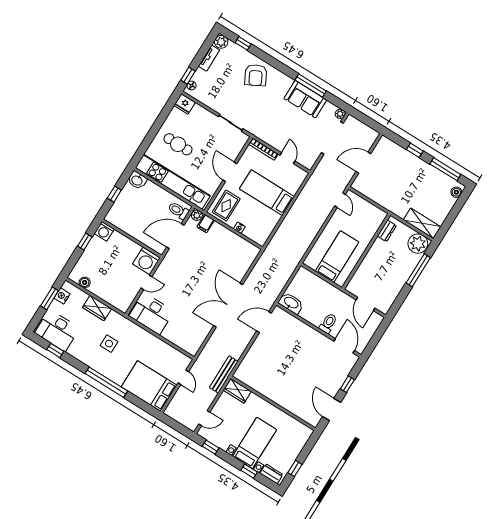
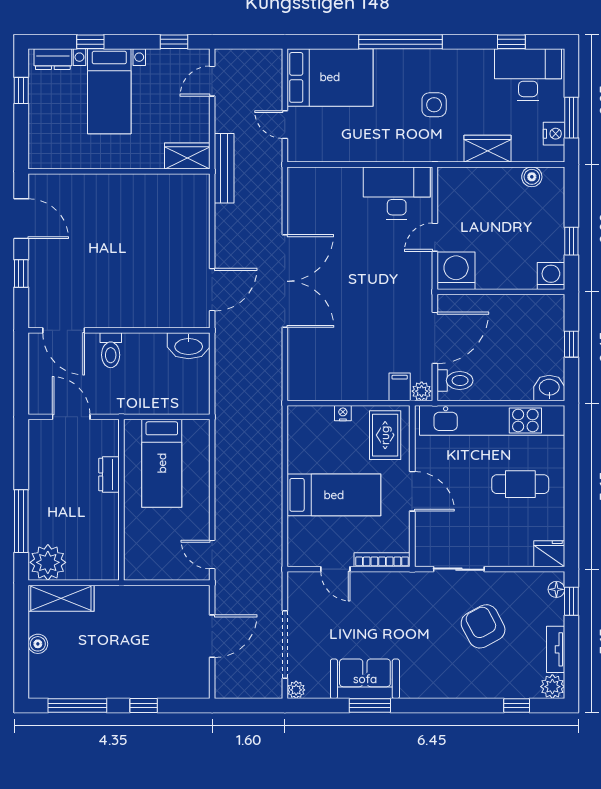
armchair: (256, 75) -> (483, 626), moved
window: (311, 85) -> (370, 706), width x0.69
boiler: (456, 192) -> (38, 644), moved
dresser: (387, 231) -> (109, 474), moved

